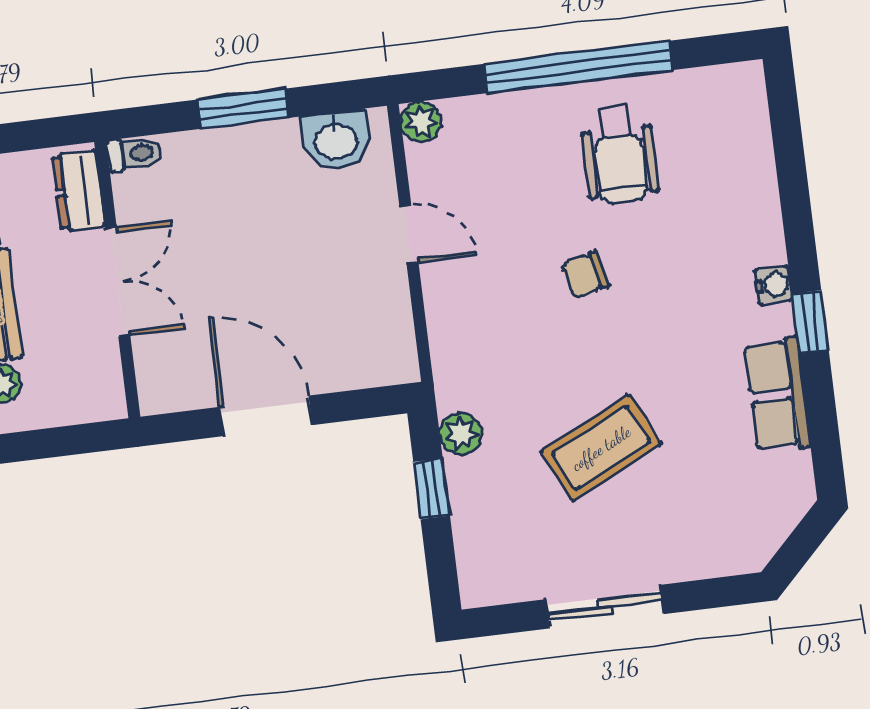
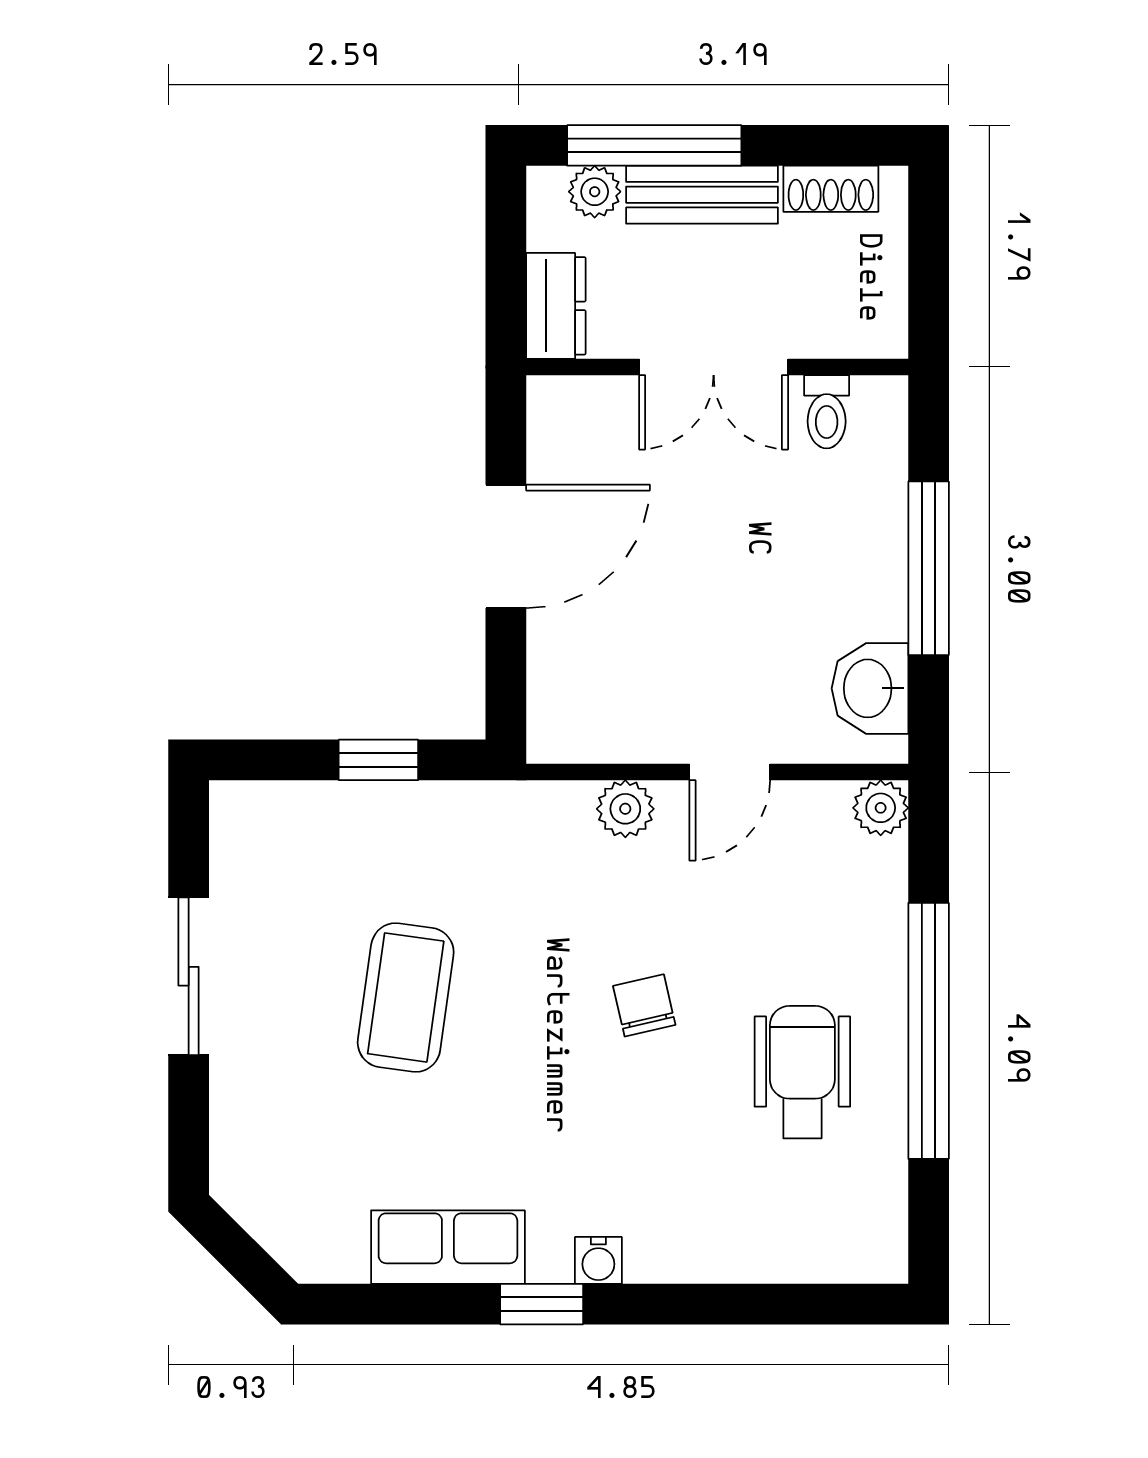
window: (244, 109) -> (929, 568), width x1.44
toilet: (134, 154) -> (827, 412), moved
wheelchair: (619, 154) -> (802, 1072), turned 90
dresser: (78, 191) -> (556, 306), moved, turned 90
plant: (461, 434) -> (625, 809), moved
coffee table: (601, 448) -> (406, 997), turned 34

